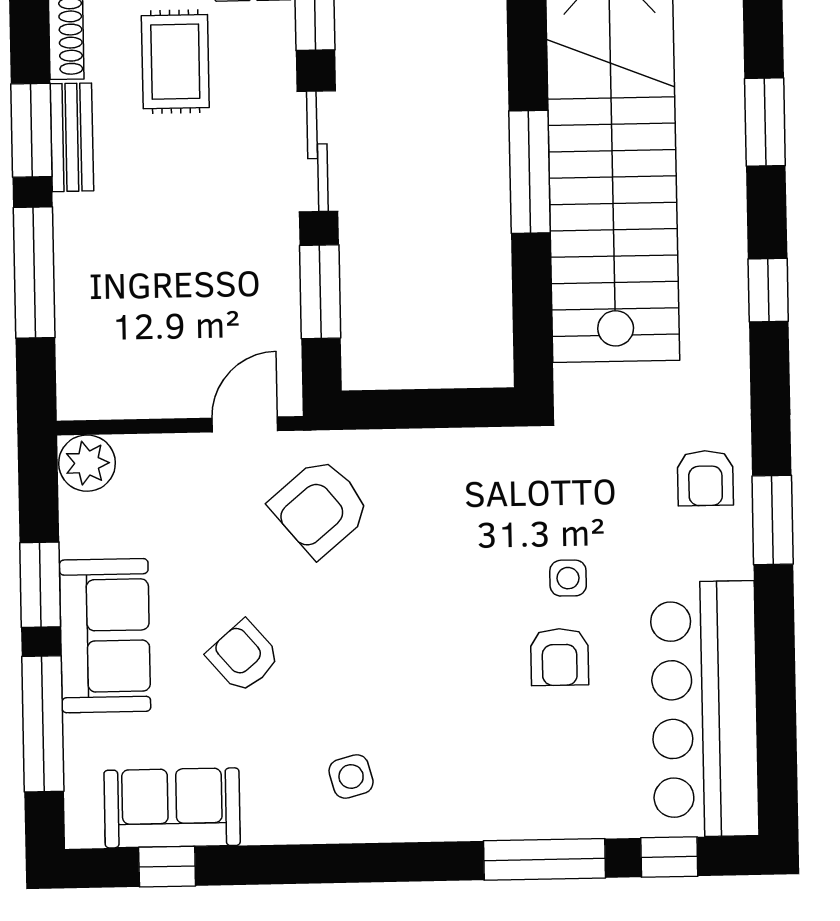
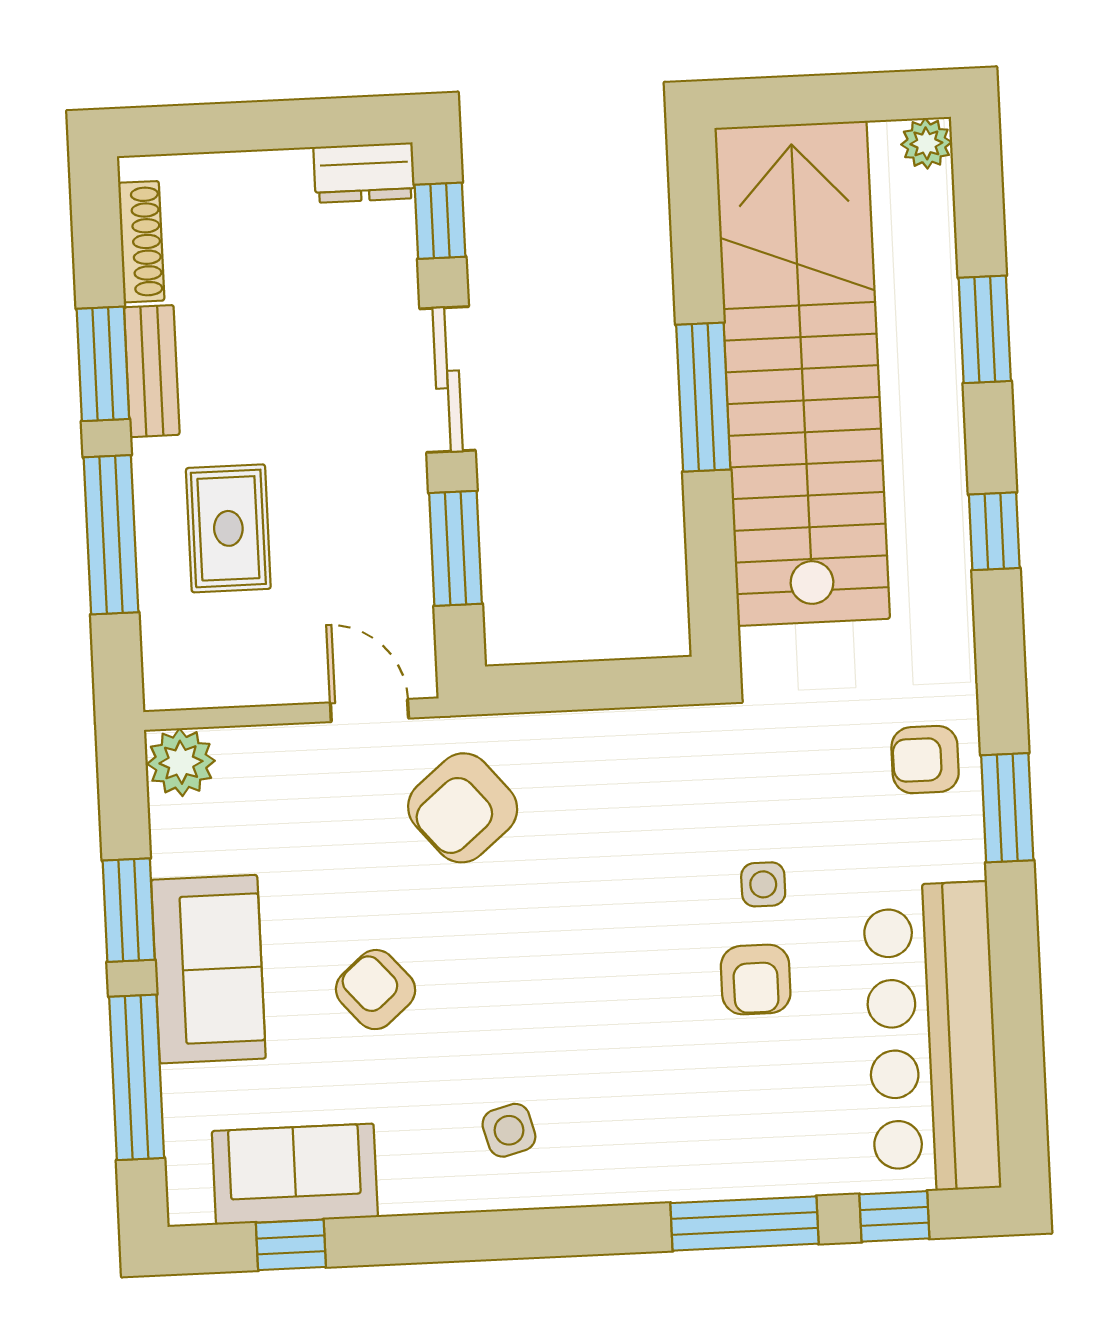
rug: (175, 62) -> (228, 528), moved
door: (245, 424) -> (369, 710), hinge flipped
armchair: (705, 478) -> (925, 760), turned 90

